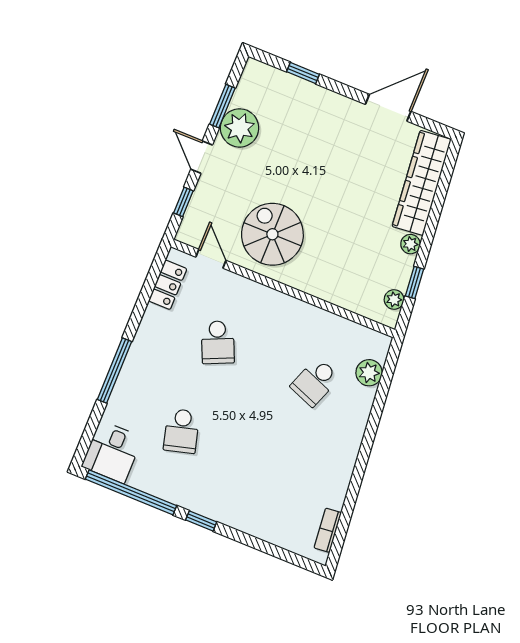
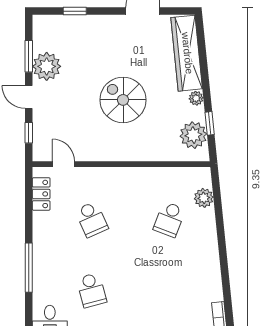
spiral stairs: (272, 234) -> (123, 100), moved
plant: (394, 300) -> (193, 135), width x1.87, depth x1.87

